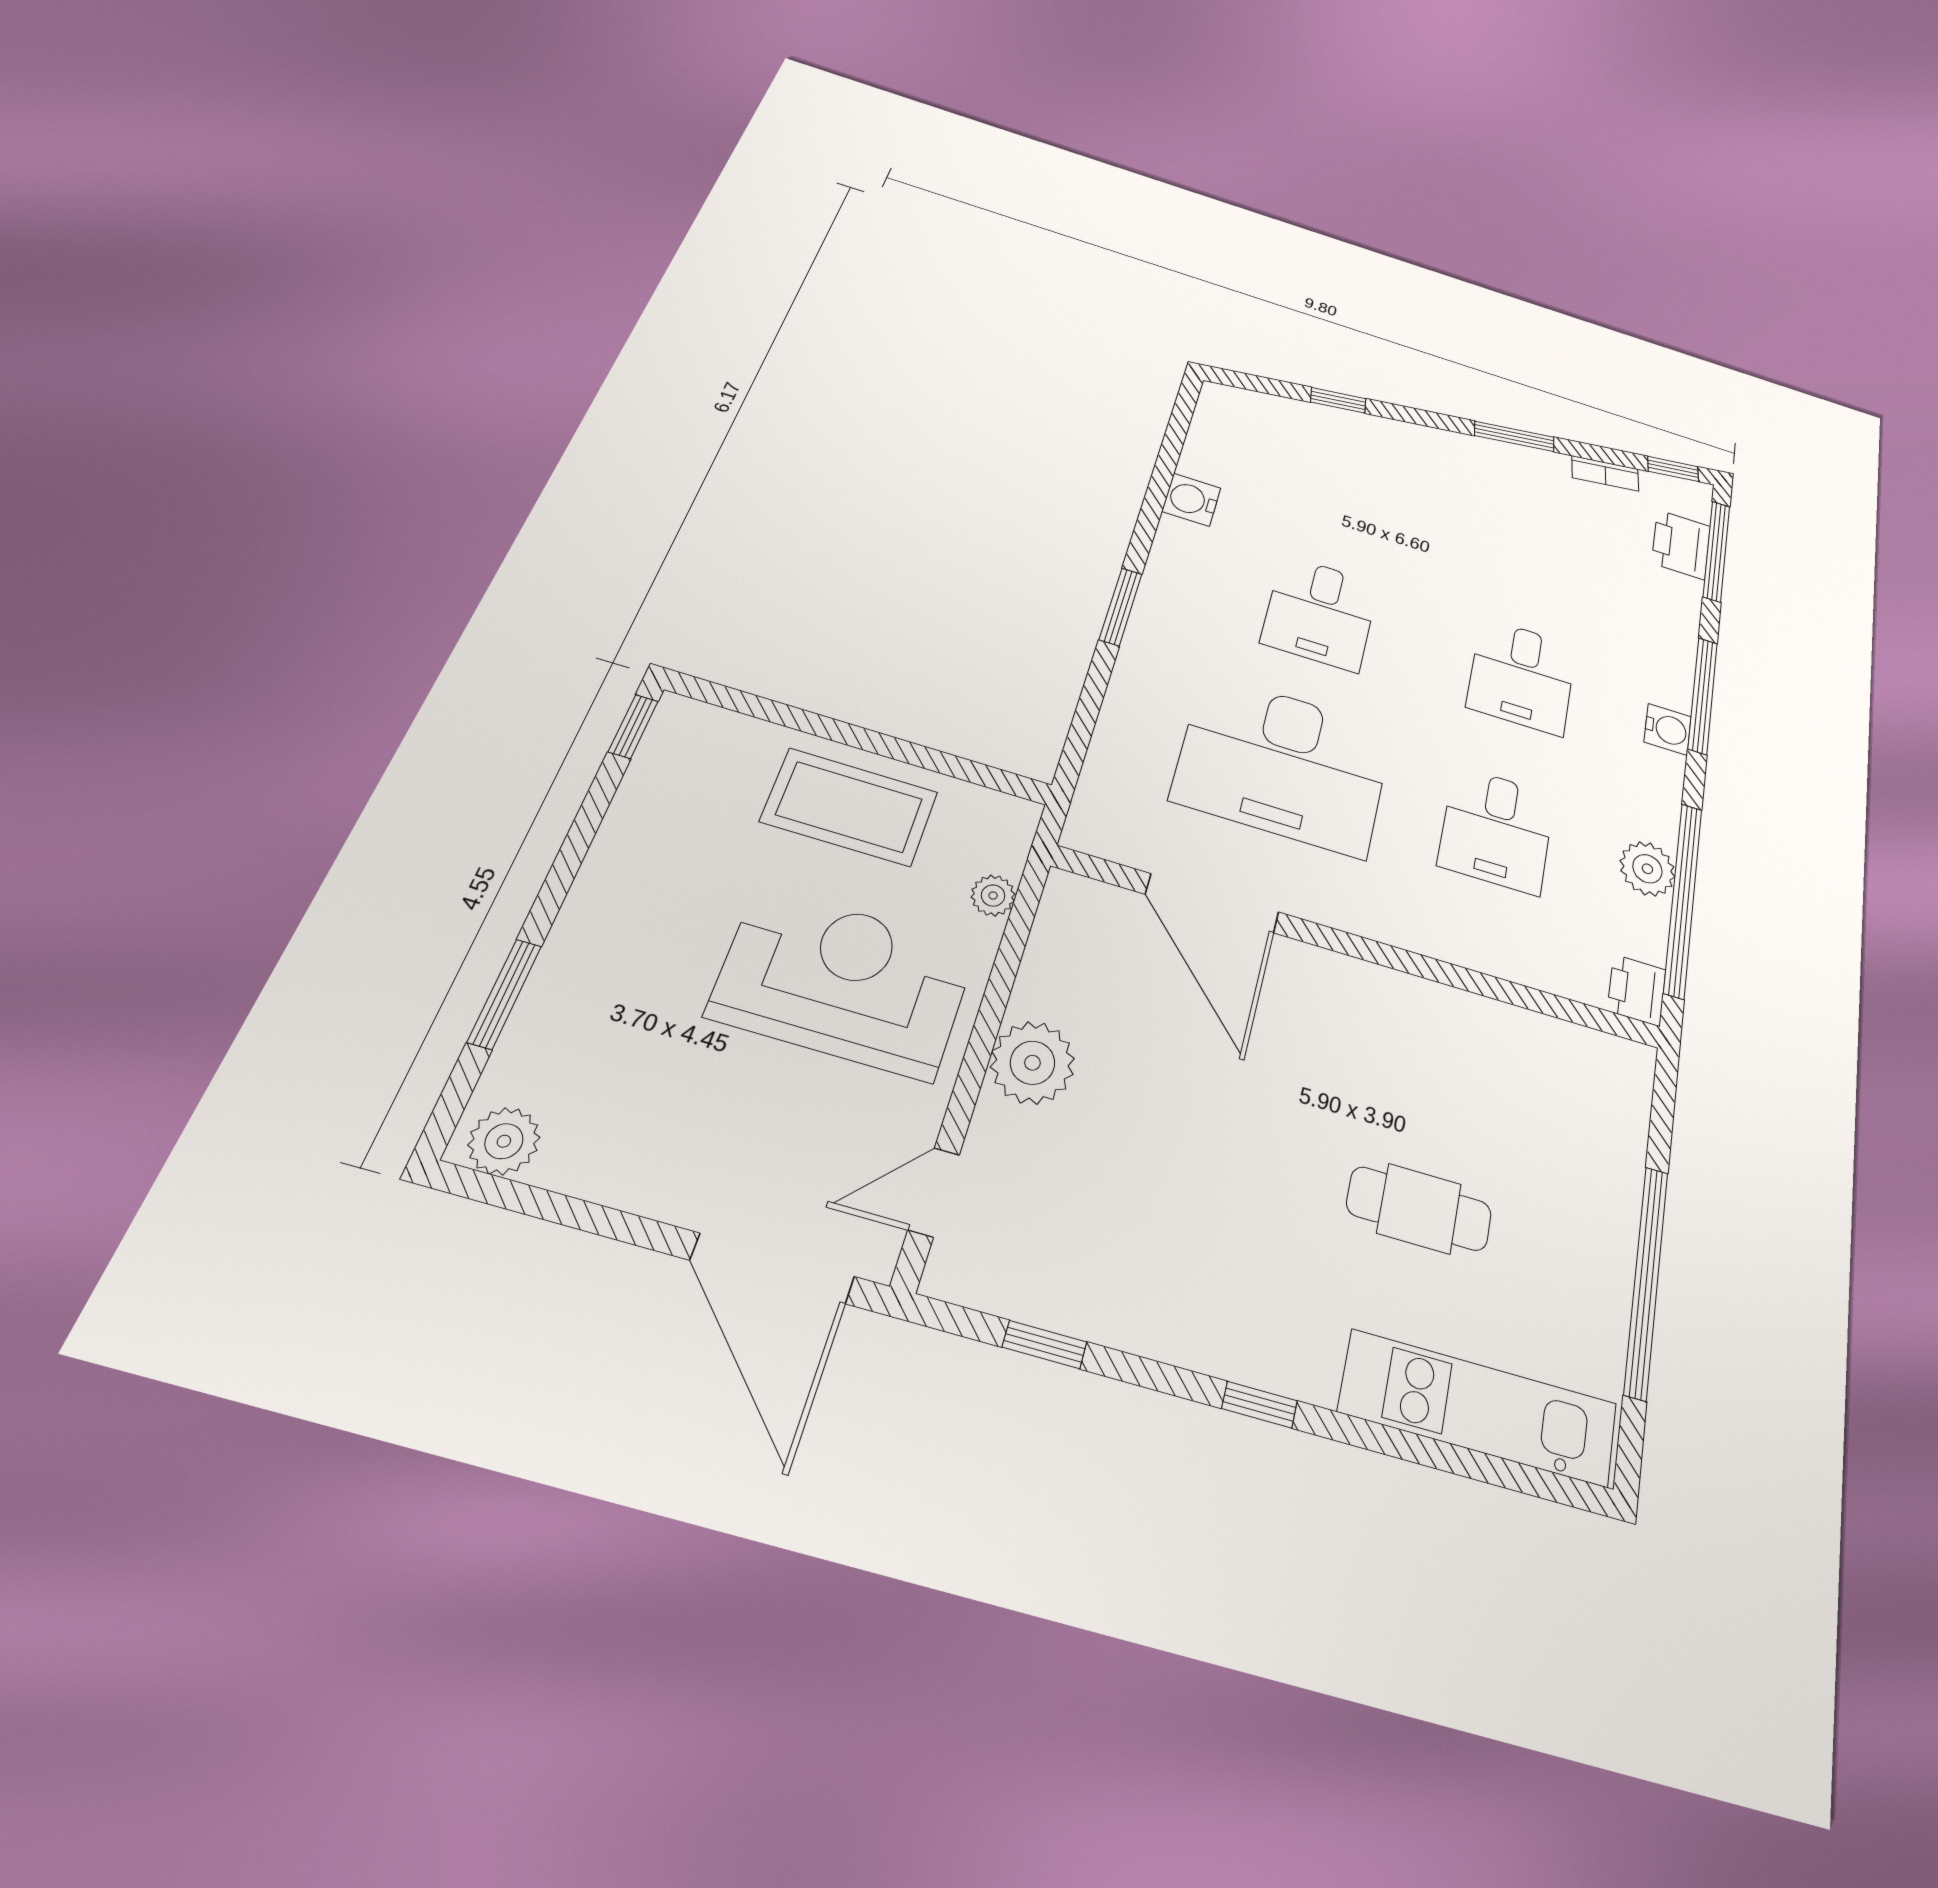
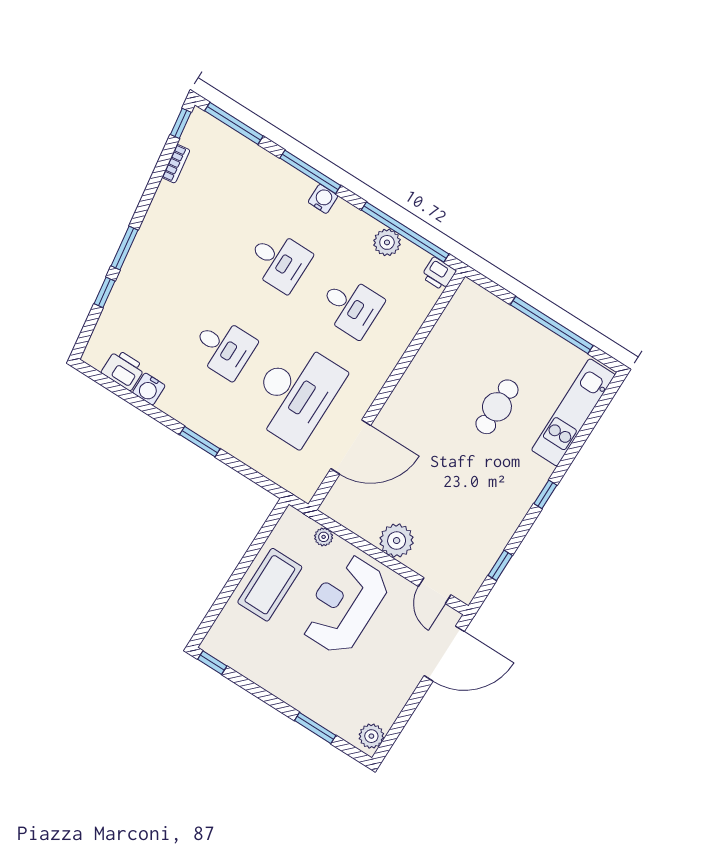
window: (1514, 436) -> (125, 248), moved
printer: (1681, 545) -> (123, 370), moved, turned 180

